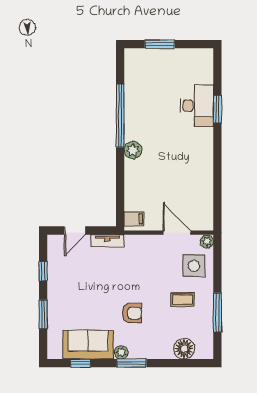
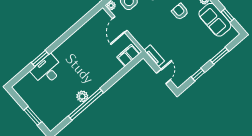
plant: (133, 150) -> (82, 96), moved
filing cabinet: (134, 219) -> (128, 55), width x2.00
door: (75, 230) -> (163, 77), hinge flipped

